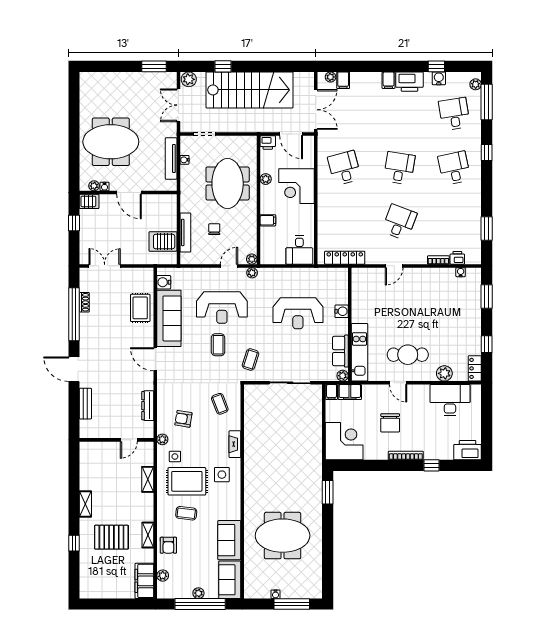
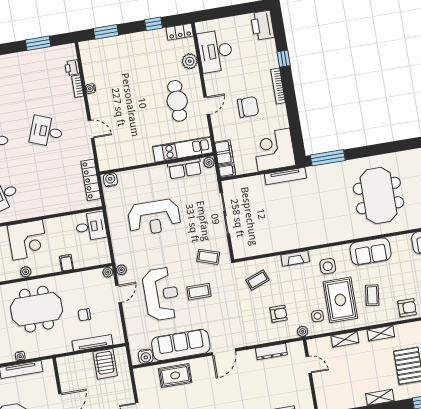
door: (229, 266) -> (118, 294), swing flipped
water cooler: (461, 272) -> (91, 89), moved
water cooler: (342, 311) -> (110, 180), moved
reception desk: (298, 313) -> (154, 217), turned 90
armchair: (183, 419) -> (279, 314), turned -99
tv unit: (317, 448) -> (285, 176), added
window: (328, 492) -> (328, 158), width x1.44
shelving: (148, 535) -> (381, 333), moved
sofa: (229, 540) -> (370, 251), moved

